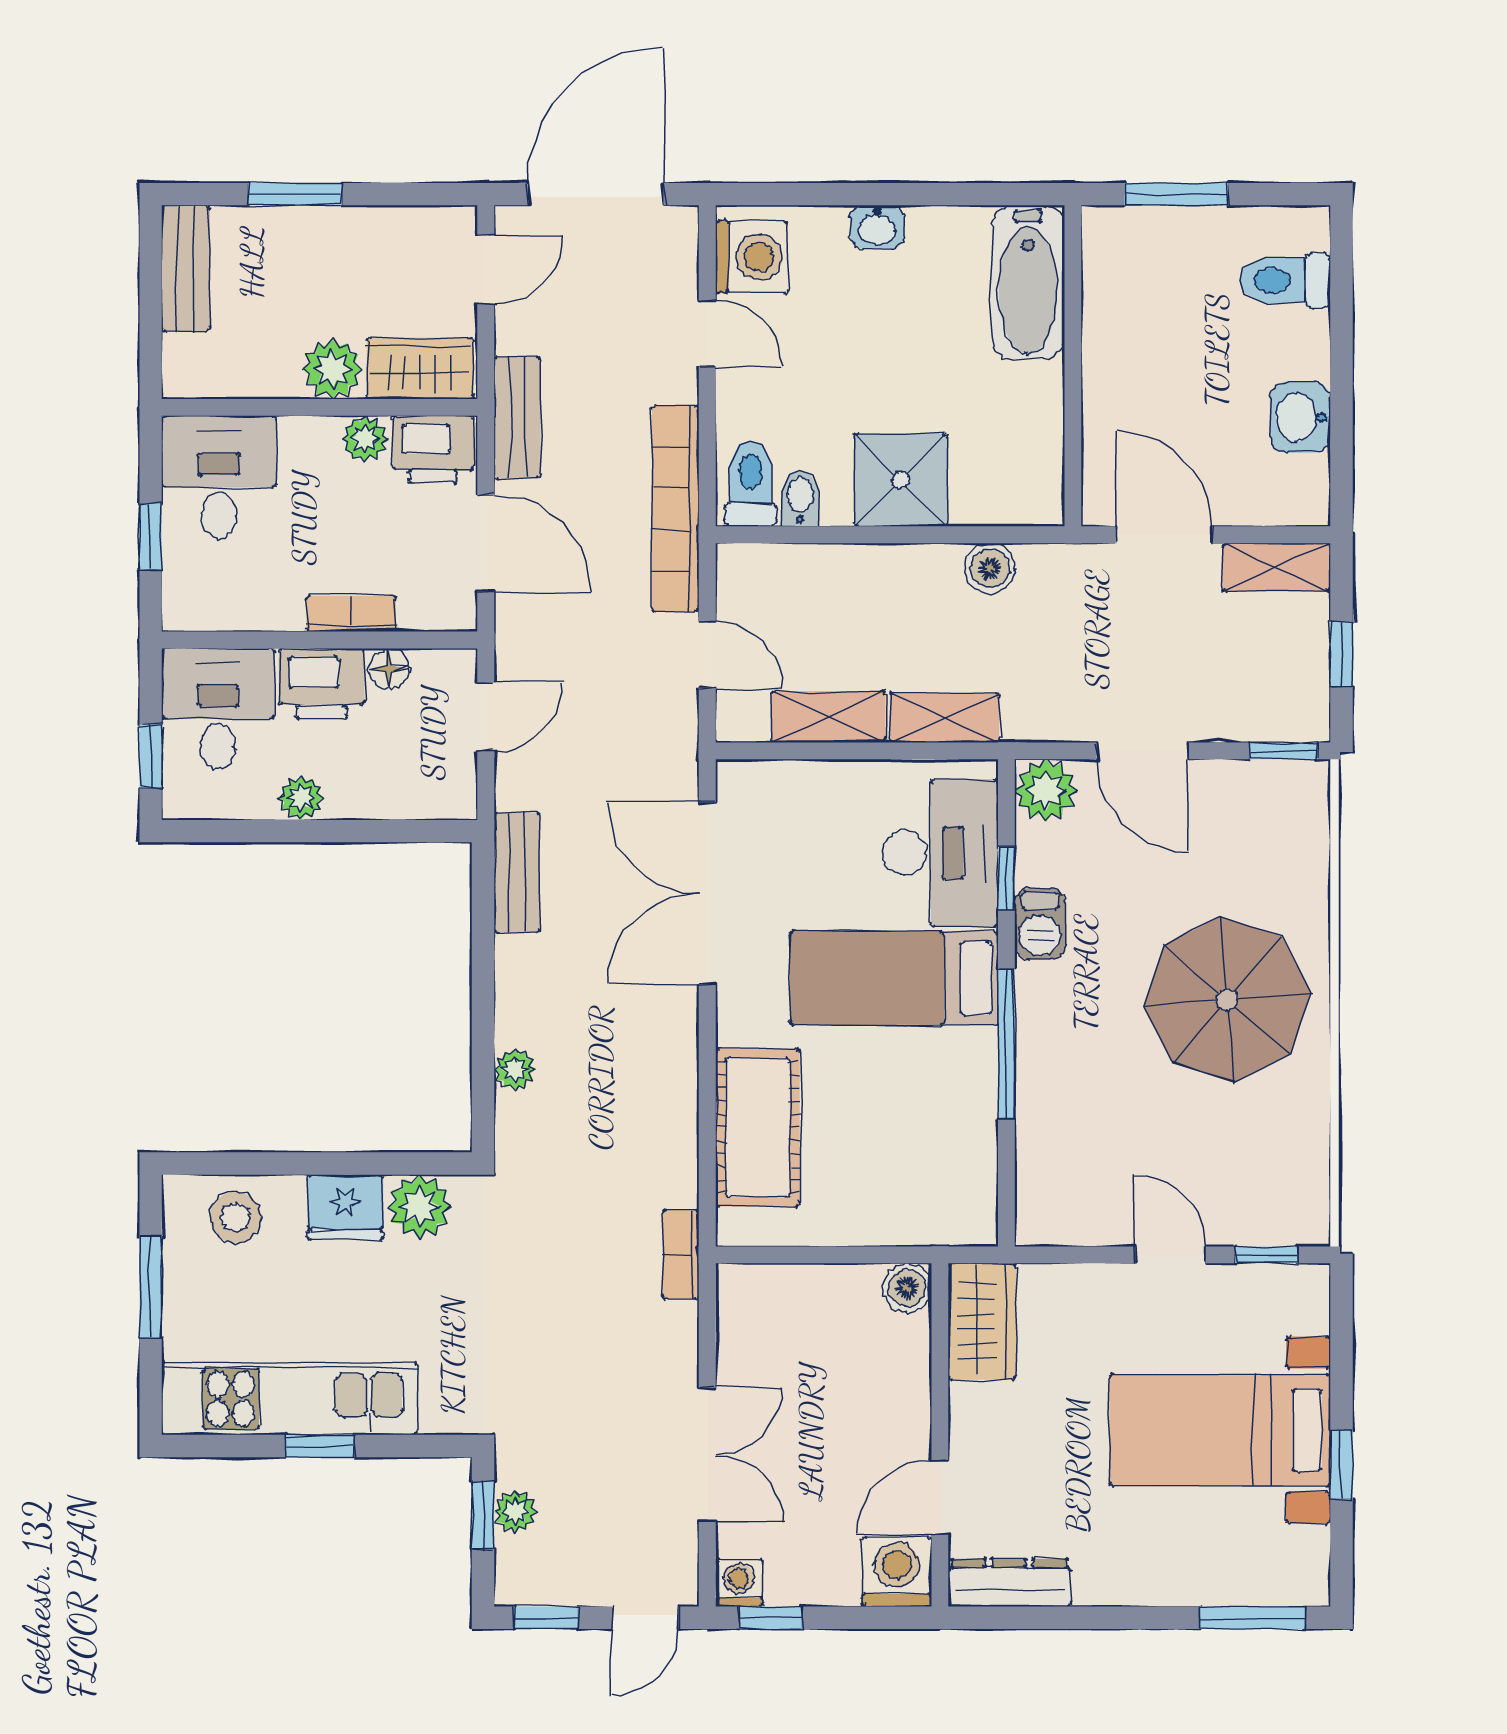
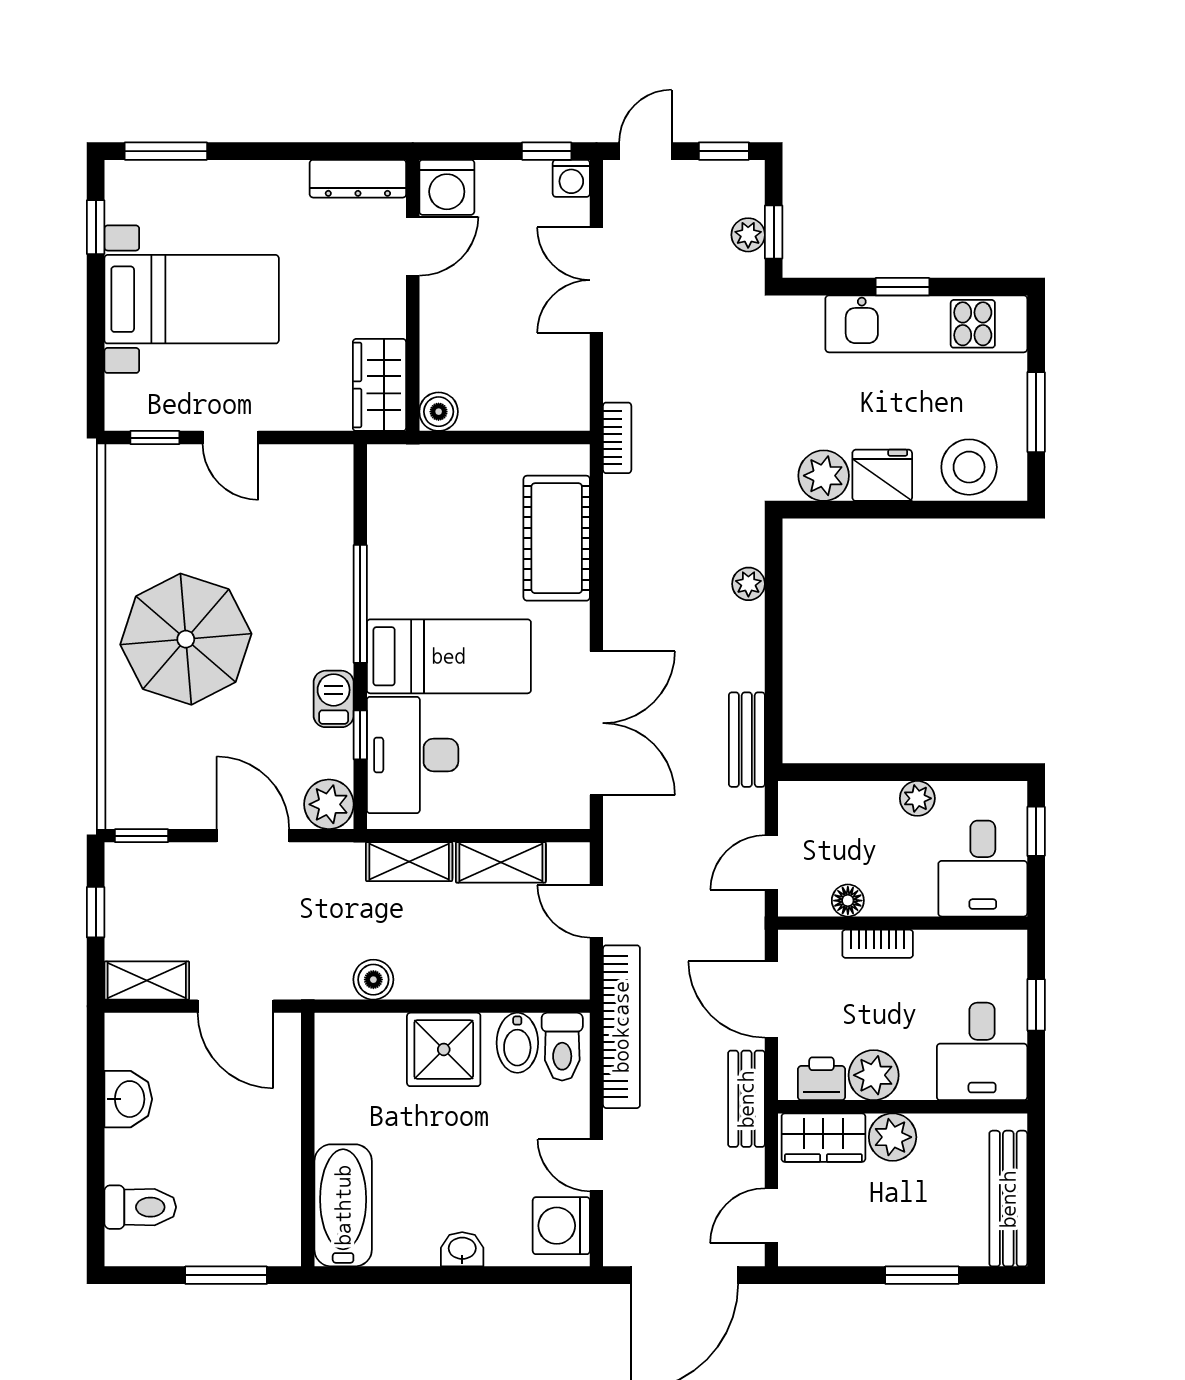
bench: (186, 268) -> (1008, 1199), width x1.36
plant: (365, 439) -> (874, 1075), width x1.38, depth x1.38
printer: (433, 449) -> (822, 1079), width x0.73, depth x0.81
bidet: (800, 499) -> (517, 1043), width x1.38, depth x1.36
printer: (322, 684) -> (901, 889), removed
stool: (235, 1217) -> (969, 467), width x1.38, depth x1.38
window: (1341, 1465) -> (96, 227), moved

